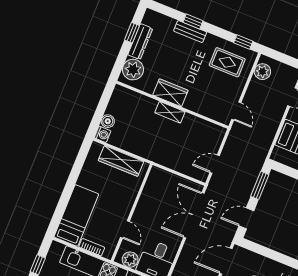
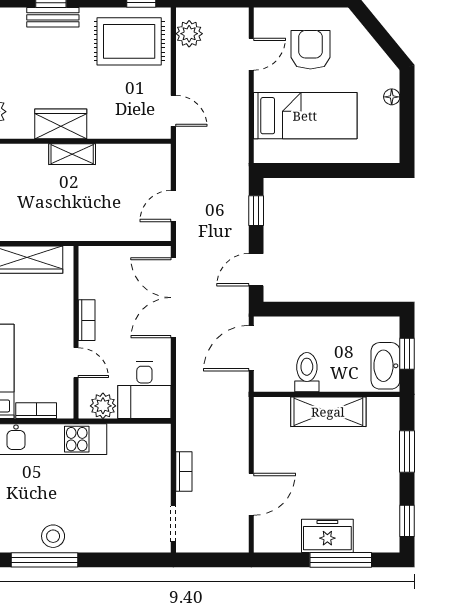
rug: (227, 62) -> (129, 41), width x1.36, depth x1.43
window: (260, 185) -> (256, 211), width x0.67
bookcase: (140, 208) -> (87, 320), added

